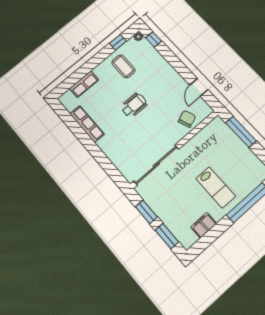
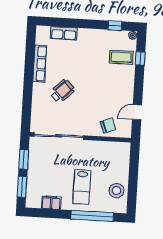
window: (154, 39) -> (140, 58), moved
coffee table: (123, 66) -> (121, 57), moved, turned 90
wheelchair: (134, 105) -> (62, 91), moved, turned -44
window: (241, 132) -> (134, 168), removed
stool: (246, 163) -> (116, 190), added

